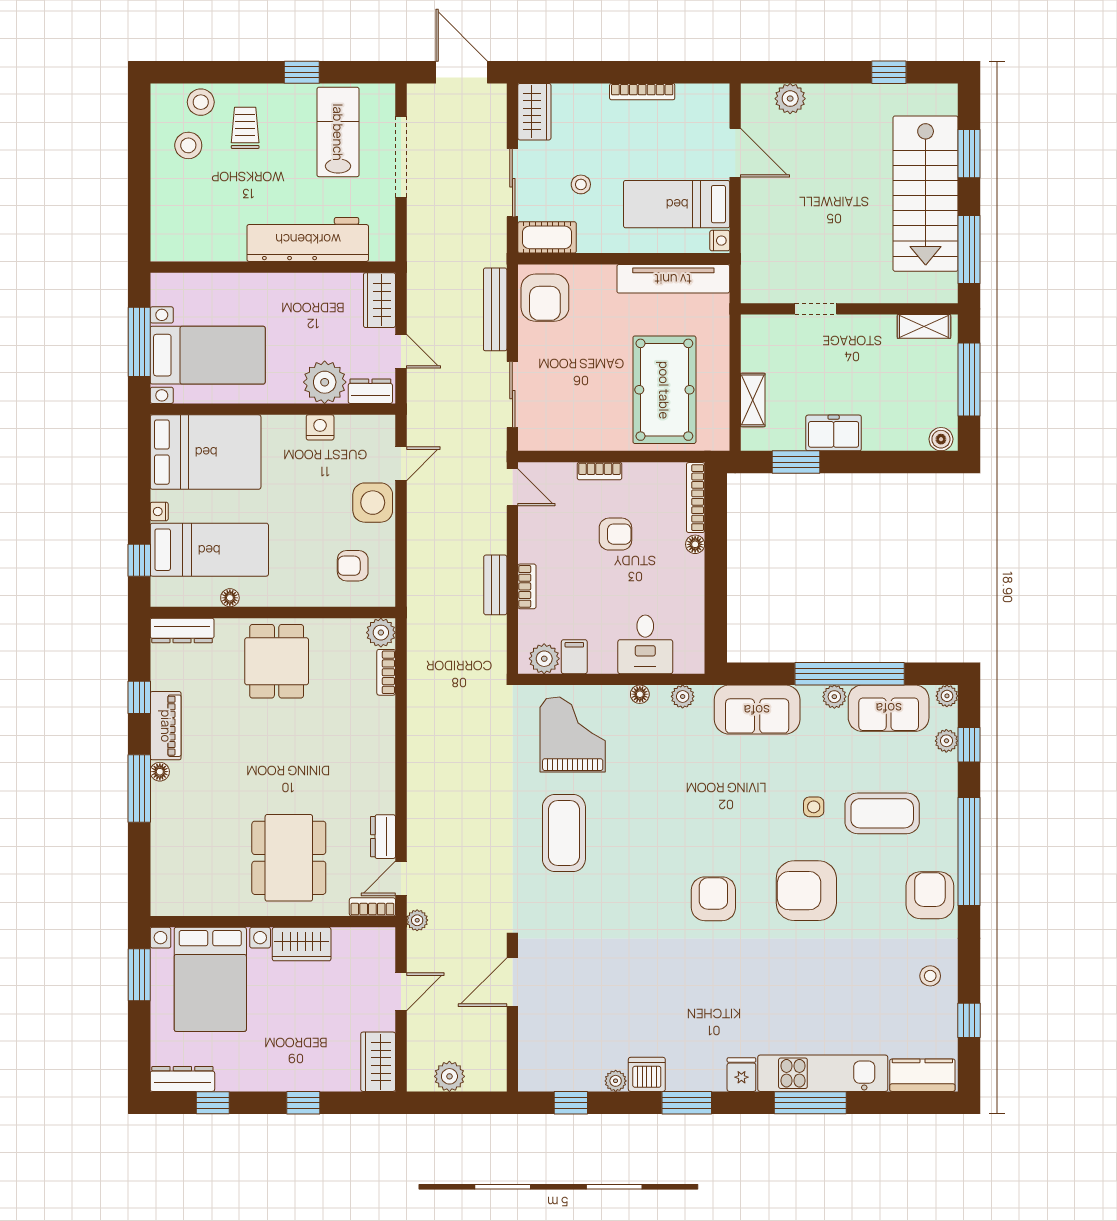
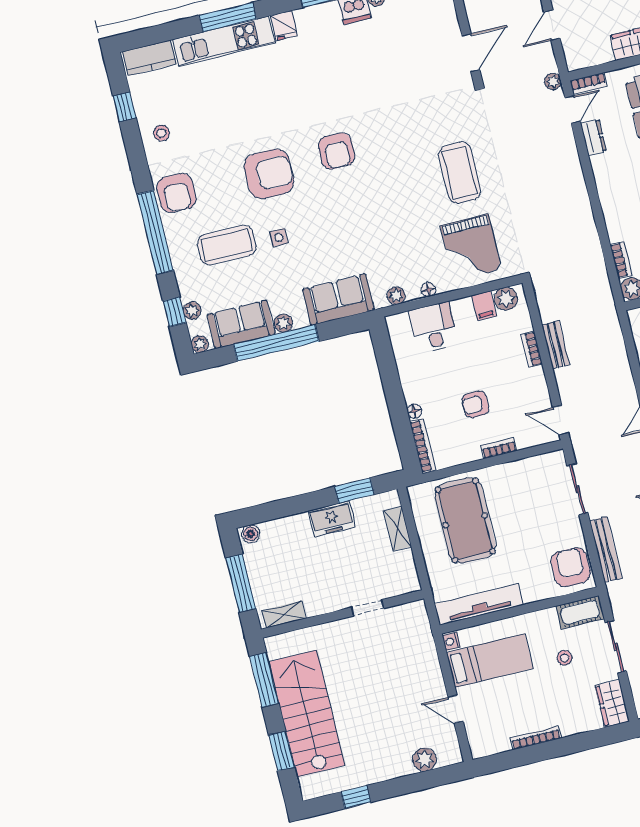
door: (735, 153) -> (456, 709), width x0.73

